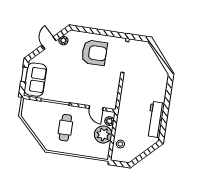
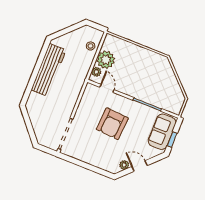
door: (49, 43) -> (140, 166), swing flipped
armchair: (94, 53) -> (112, 124), moved, turned -86
workbench: (155, 119) -> (49, 70), width x1.36, depth x1.32
cafe table: (65, 128) -> (143, 76), removed

